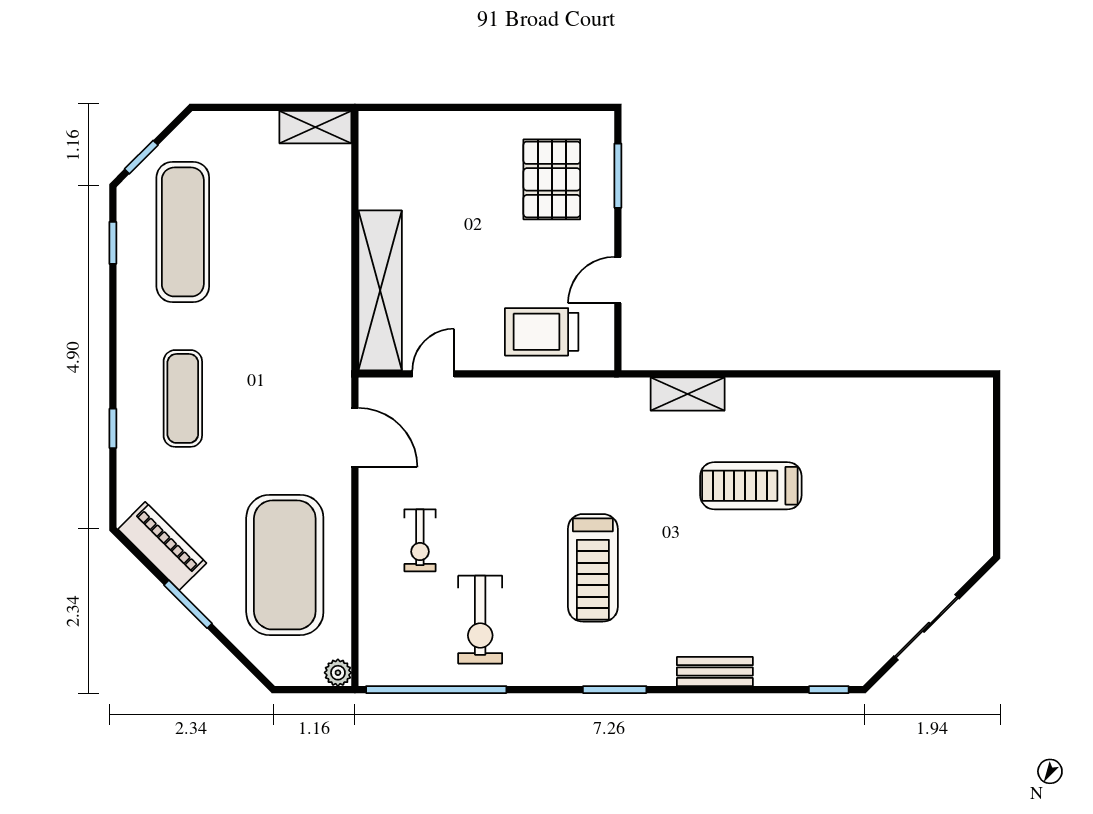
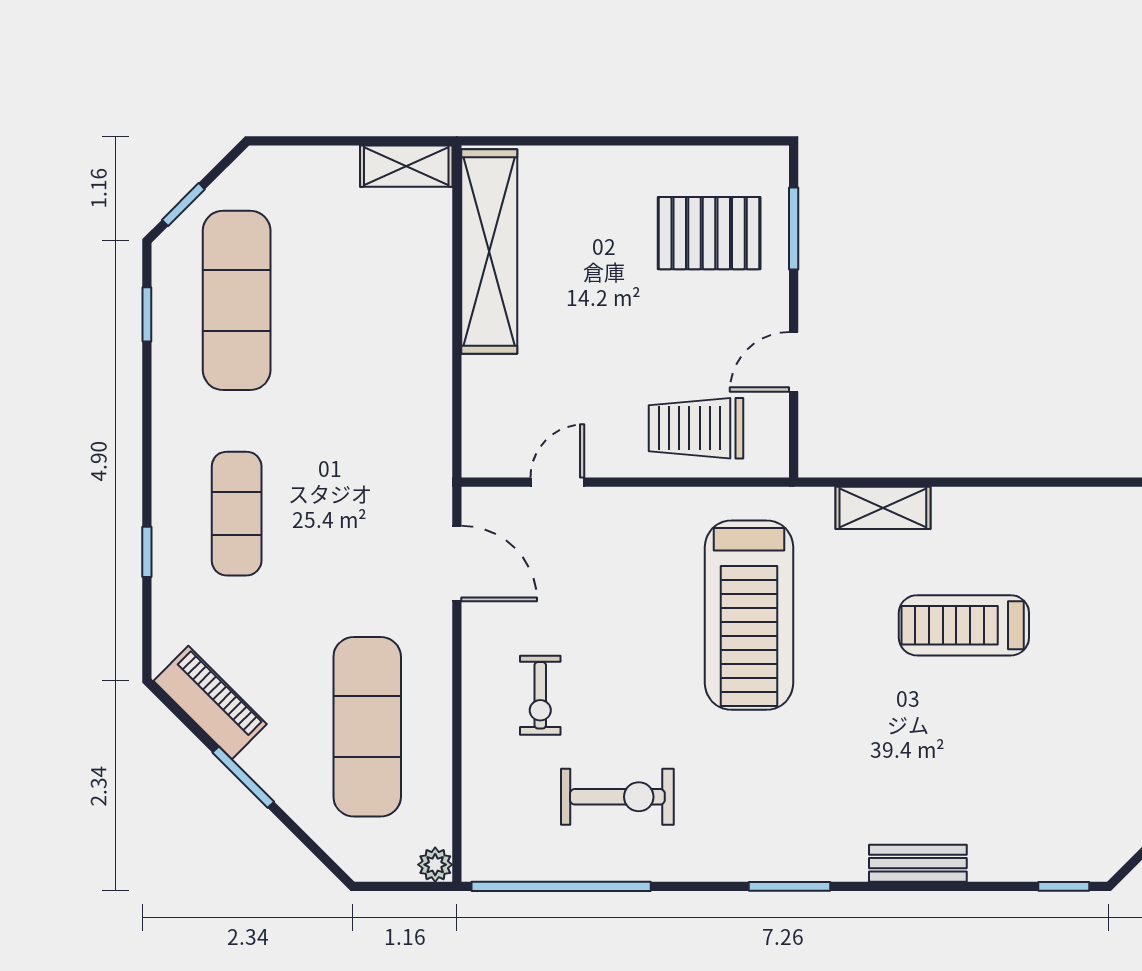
pallet: (552, 179) -> (709, 233), turned 90
shelving: (380, 290) -> (489, 251), moved
exercise mat: (285, 565) -> (367, 727), width x0.68
treadmill: (593, 568) -> (749, 615), moved, width x1.37, depth x1.38
exercise bike: (480, 620) -> (617, 797), turned -90

